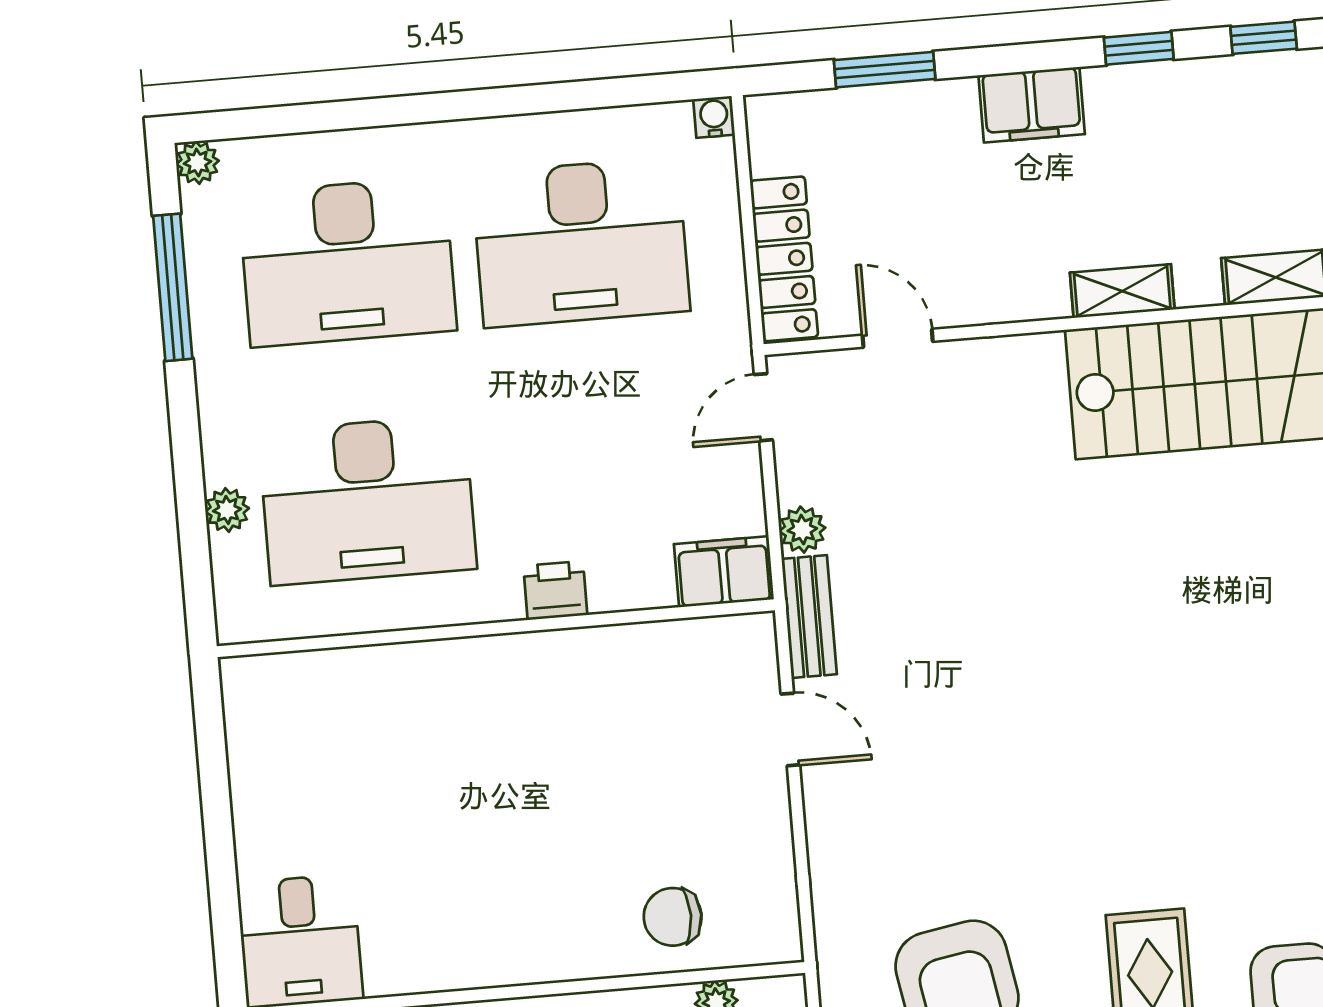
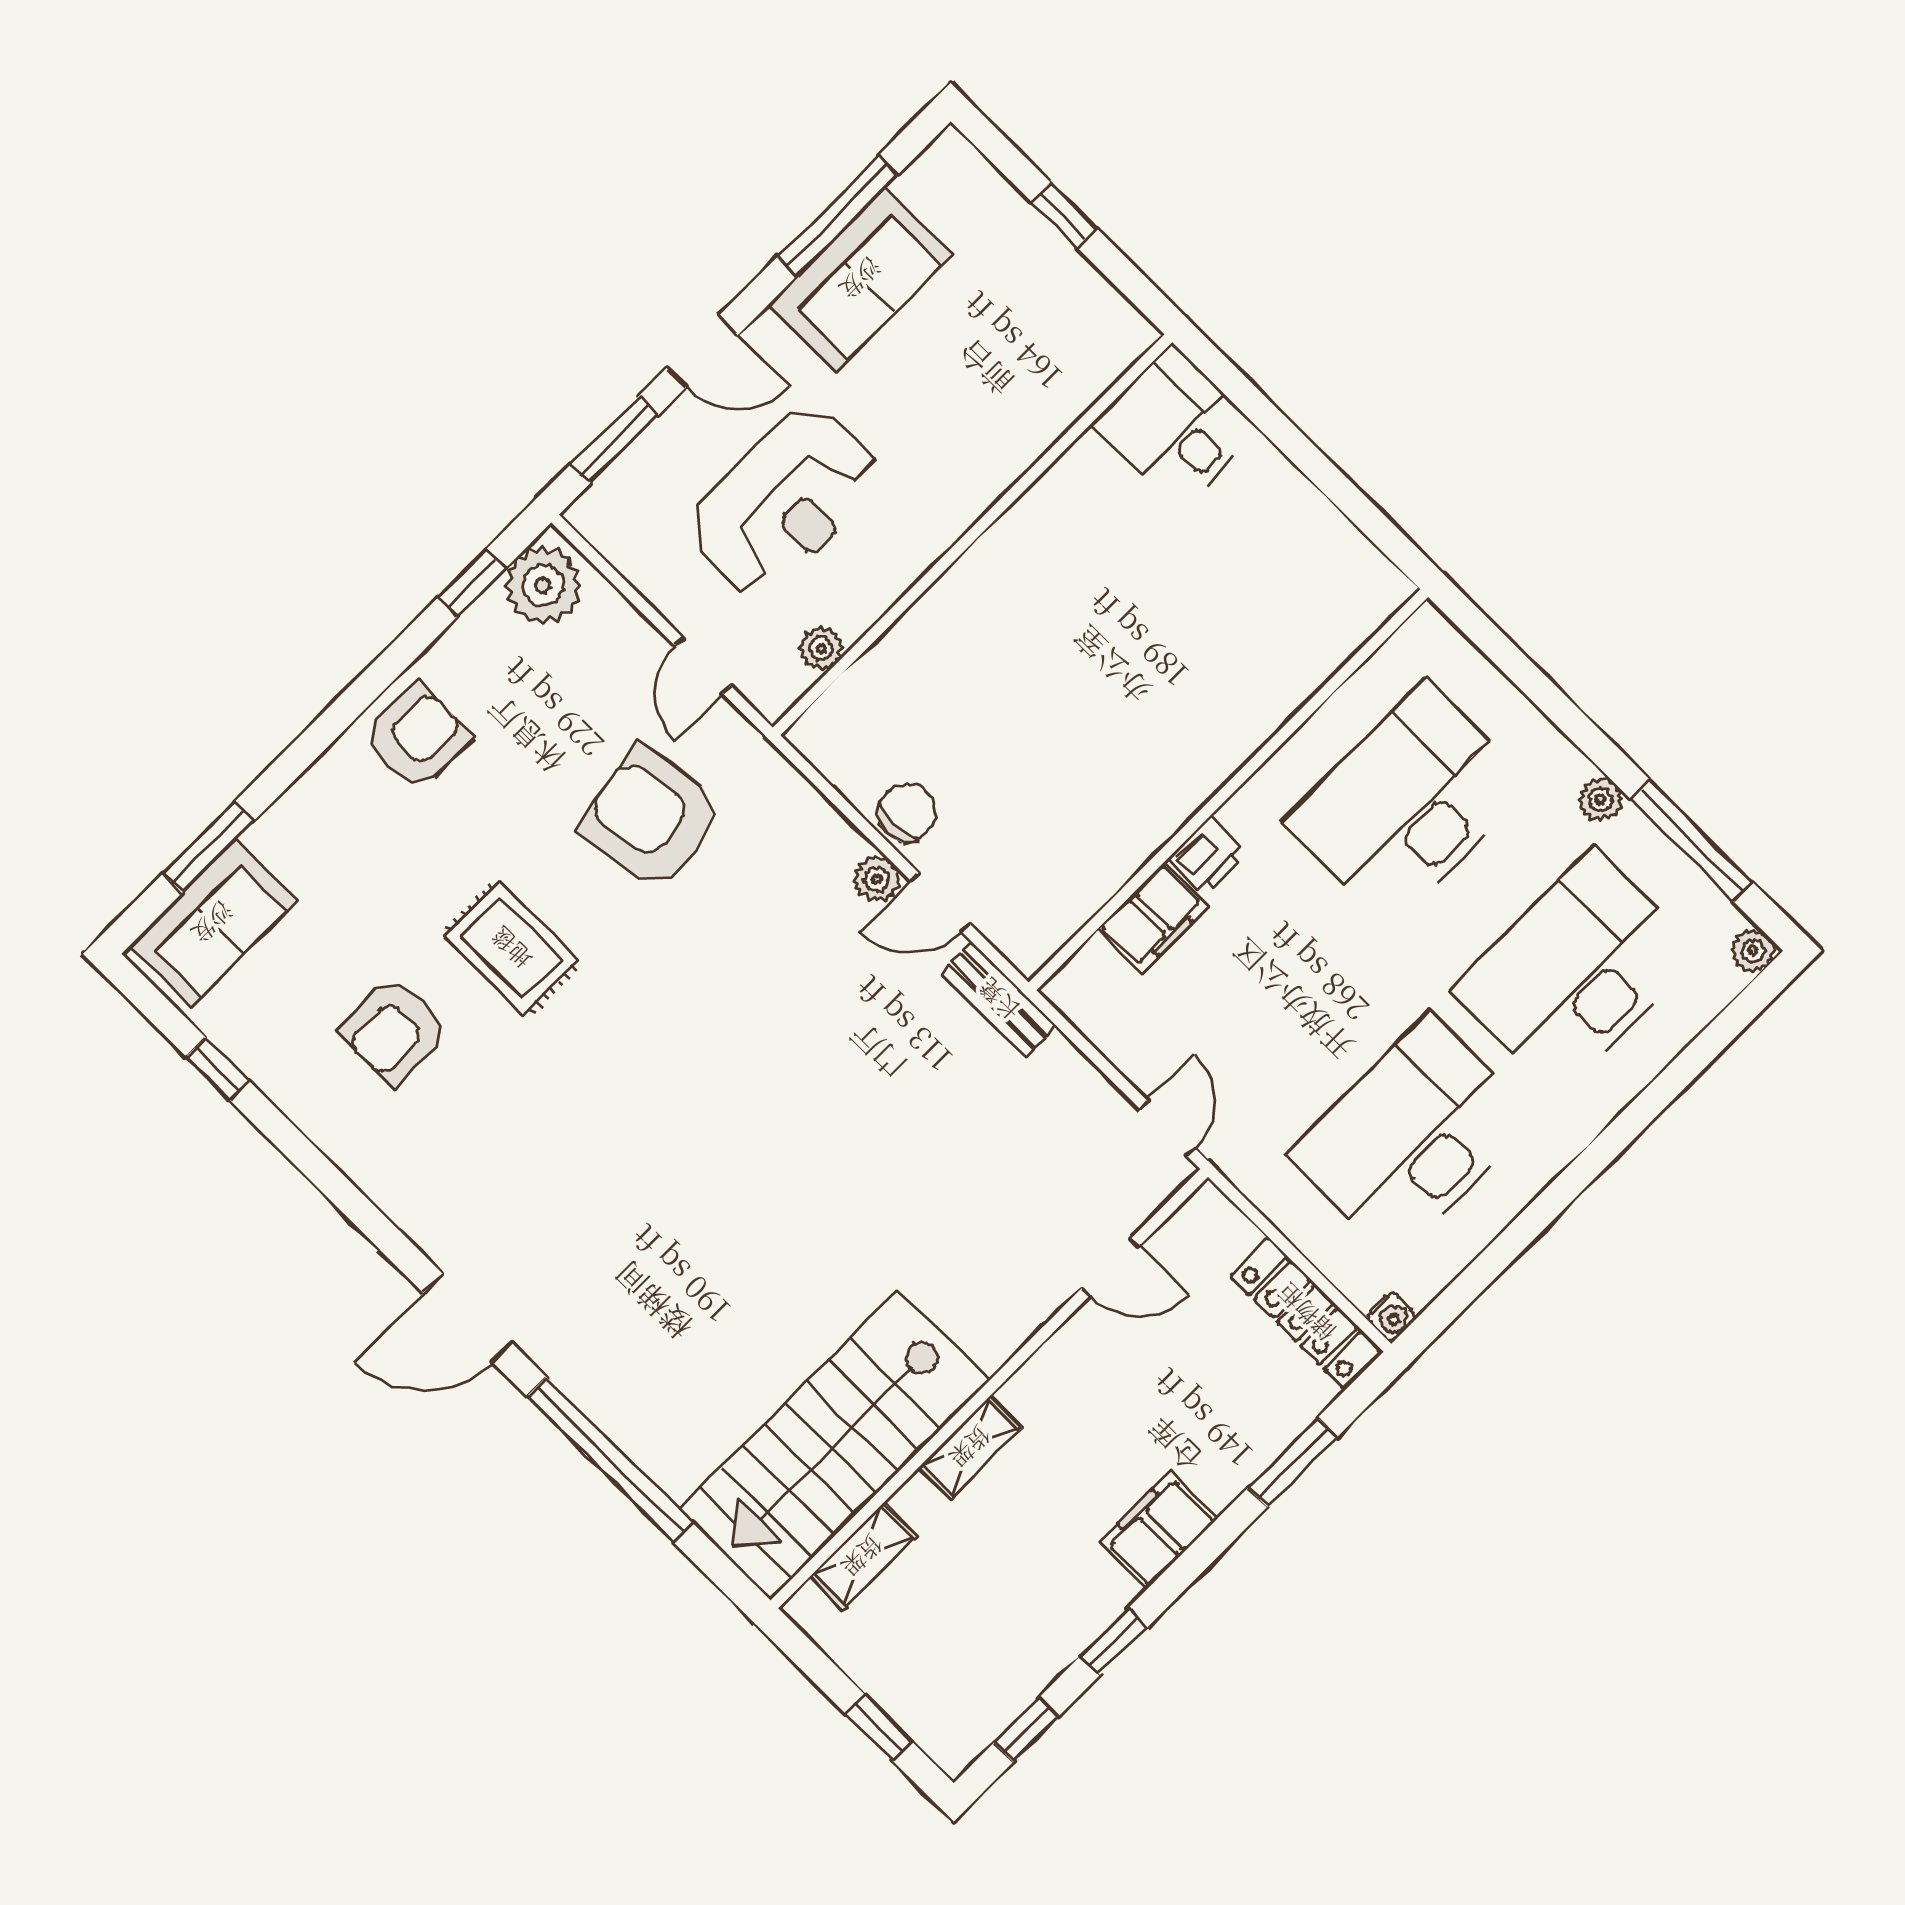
locker: (784, 259) -> (1306, 1313), moved
plant: (227, 510) -> (1600, 799), moved
plant: (802, 530) -> (877, 879), moved
filing cabinet: (724, 572) -> (1153, 917), moved
chair: (673, 917) -> (906, 812), moved

